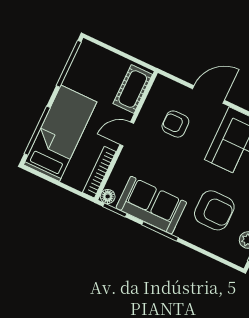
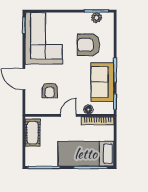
cot: (133, 89) -> (33, 133), moved, turned 90
door: (127, 134) -> (68, 115), swing flipped
floor lamp: (108, 196) -> (88, 110), moved
armchair: (214, 210) -> (88, 45), turned -90

